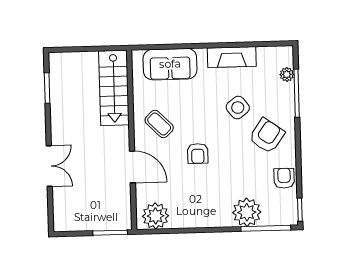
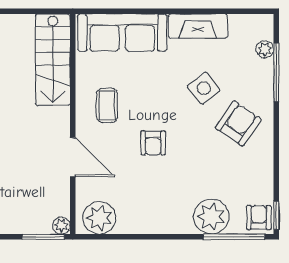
sofa: (170, 64) -> (122, 33), width x1.36
coffee table: (159, 124) -> (107, 106), turned 45
armchair: (284, 178) -> (259, 218), moved
plant: (125, 223) -> (61, 226), added

